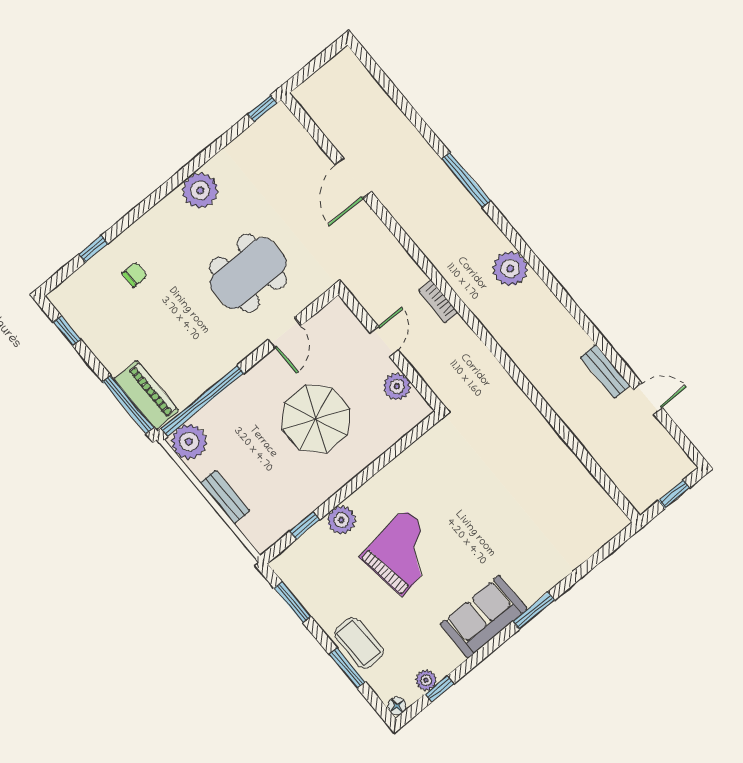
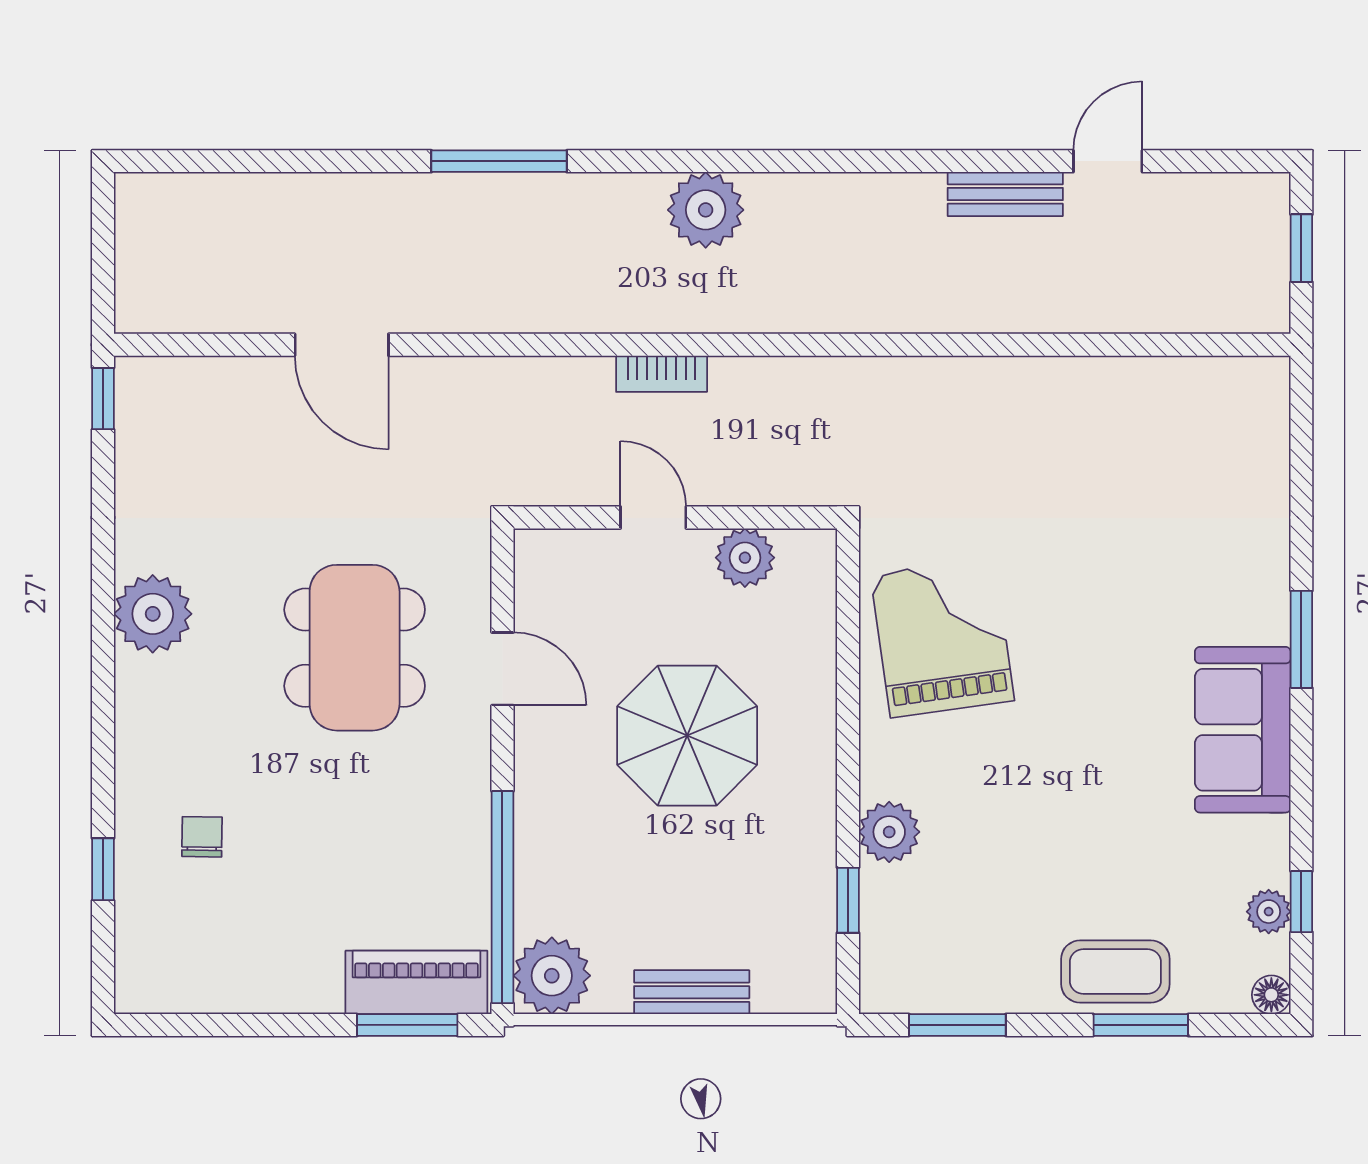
window: (67, 331) -> (202, 1025), removed
window: (128, 405) -> (407, 1025), width x0.69
grand piano: (403, 552) -> (942, 637), moved

